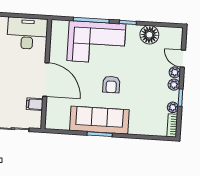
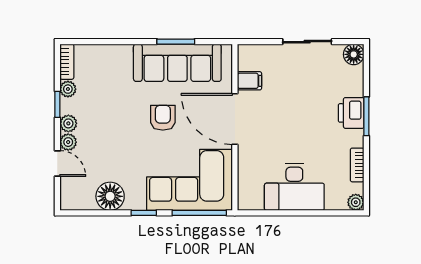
wall: (46, 74) -> (235, 127), moved
door: (46, 80) -> (235, 119), moved
filing cabinet: (35, 104) -> (249, 81), moved

